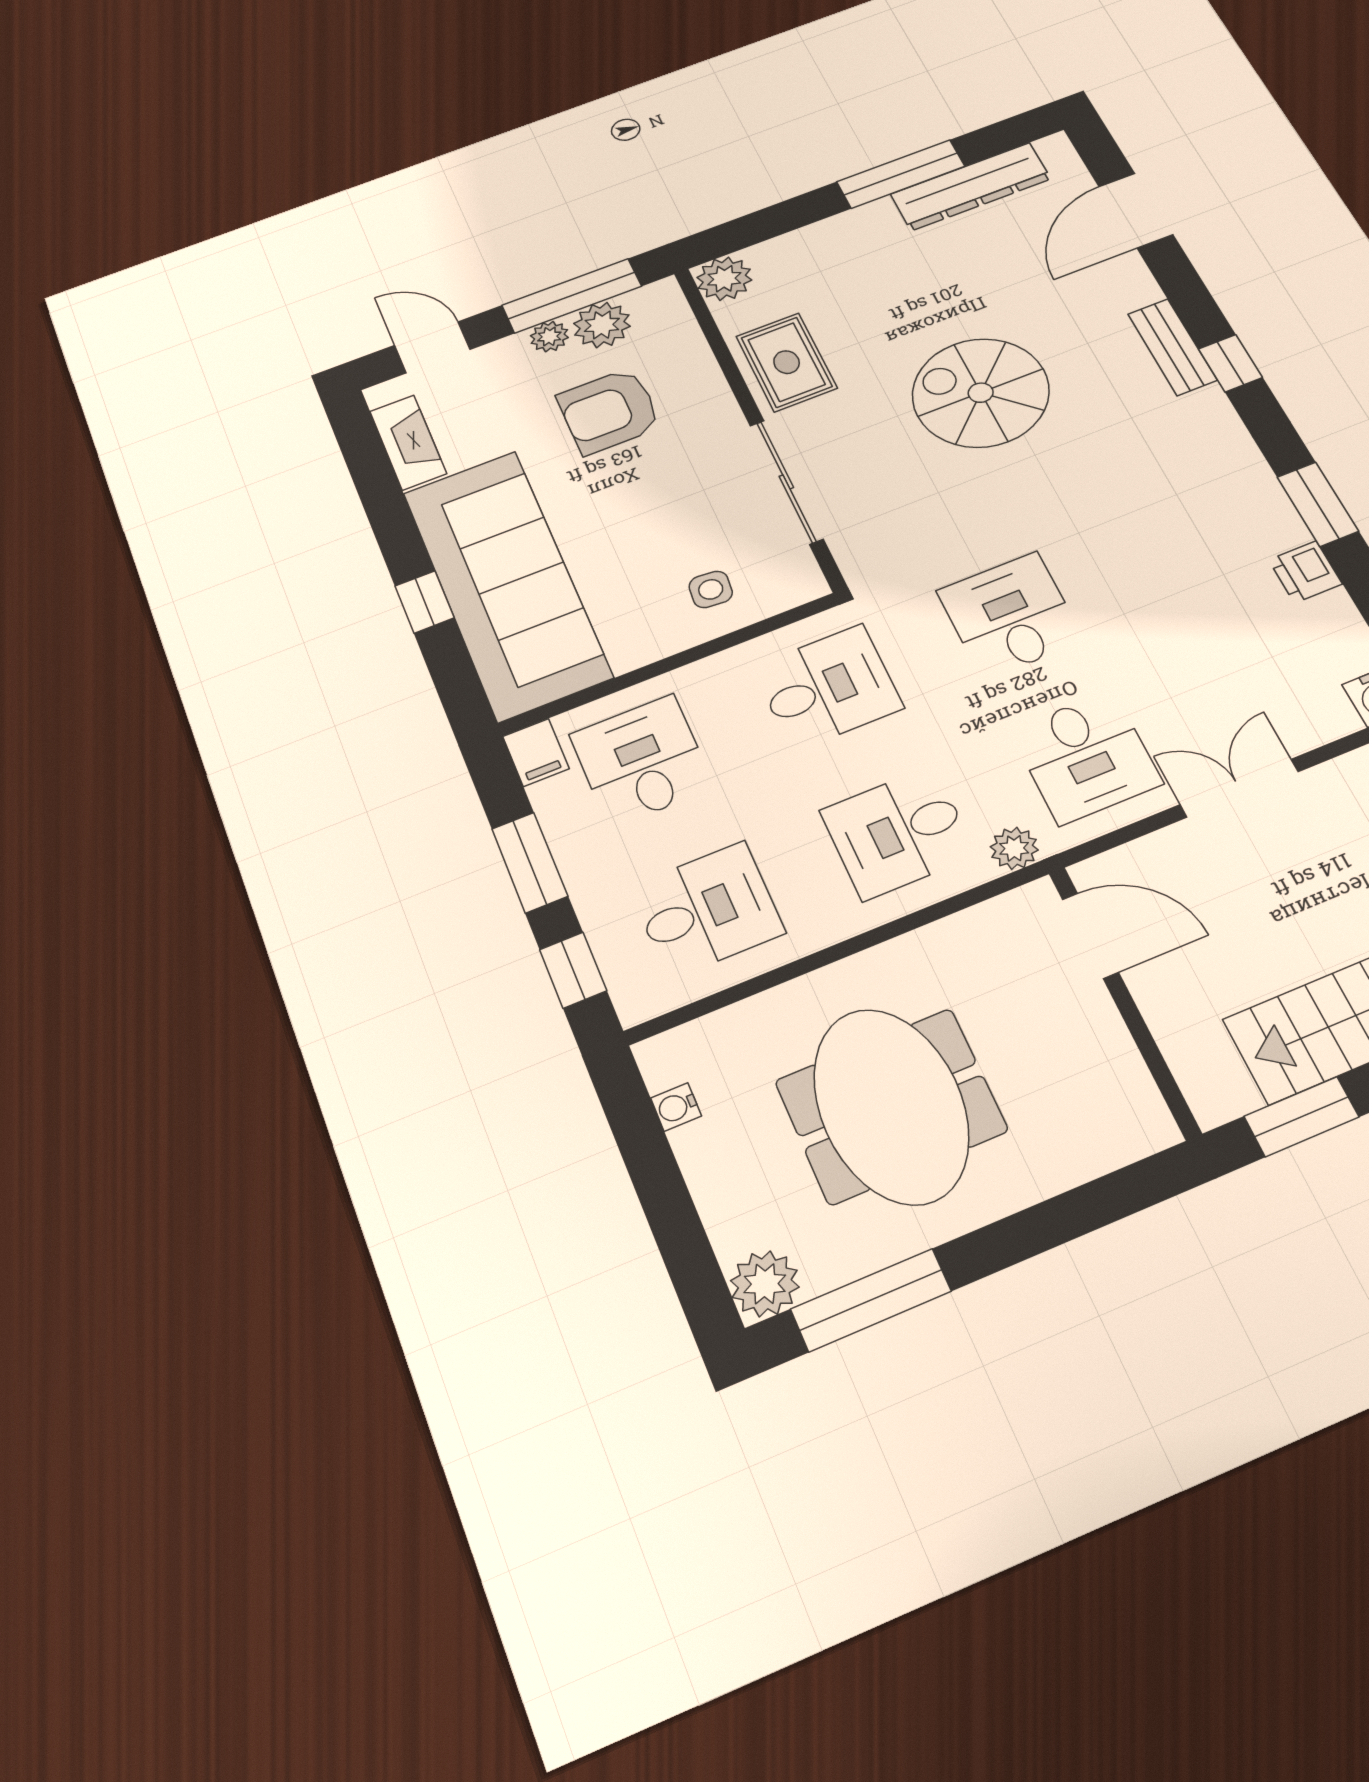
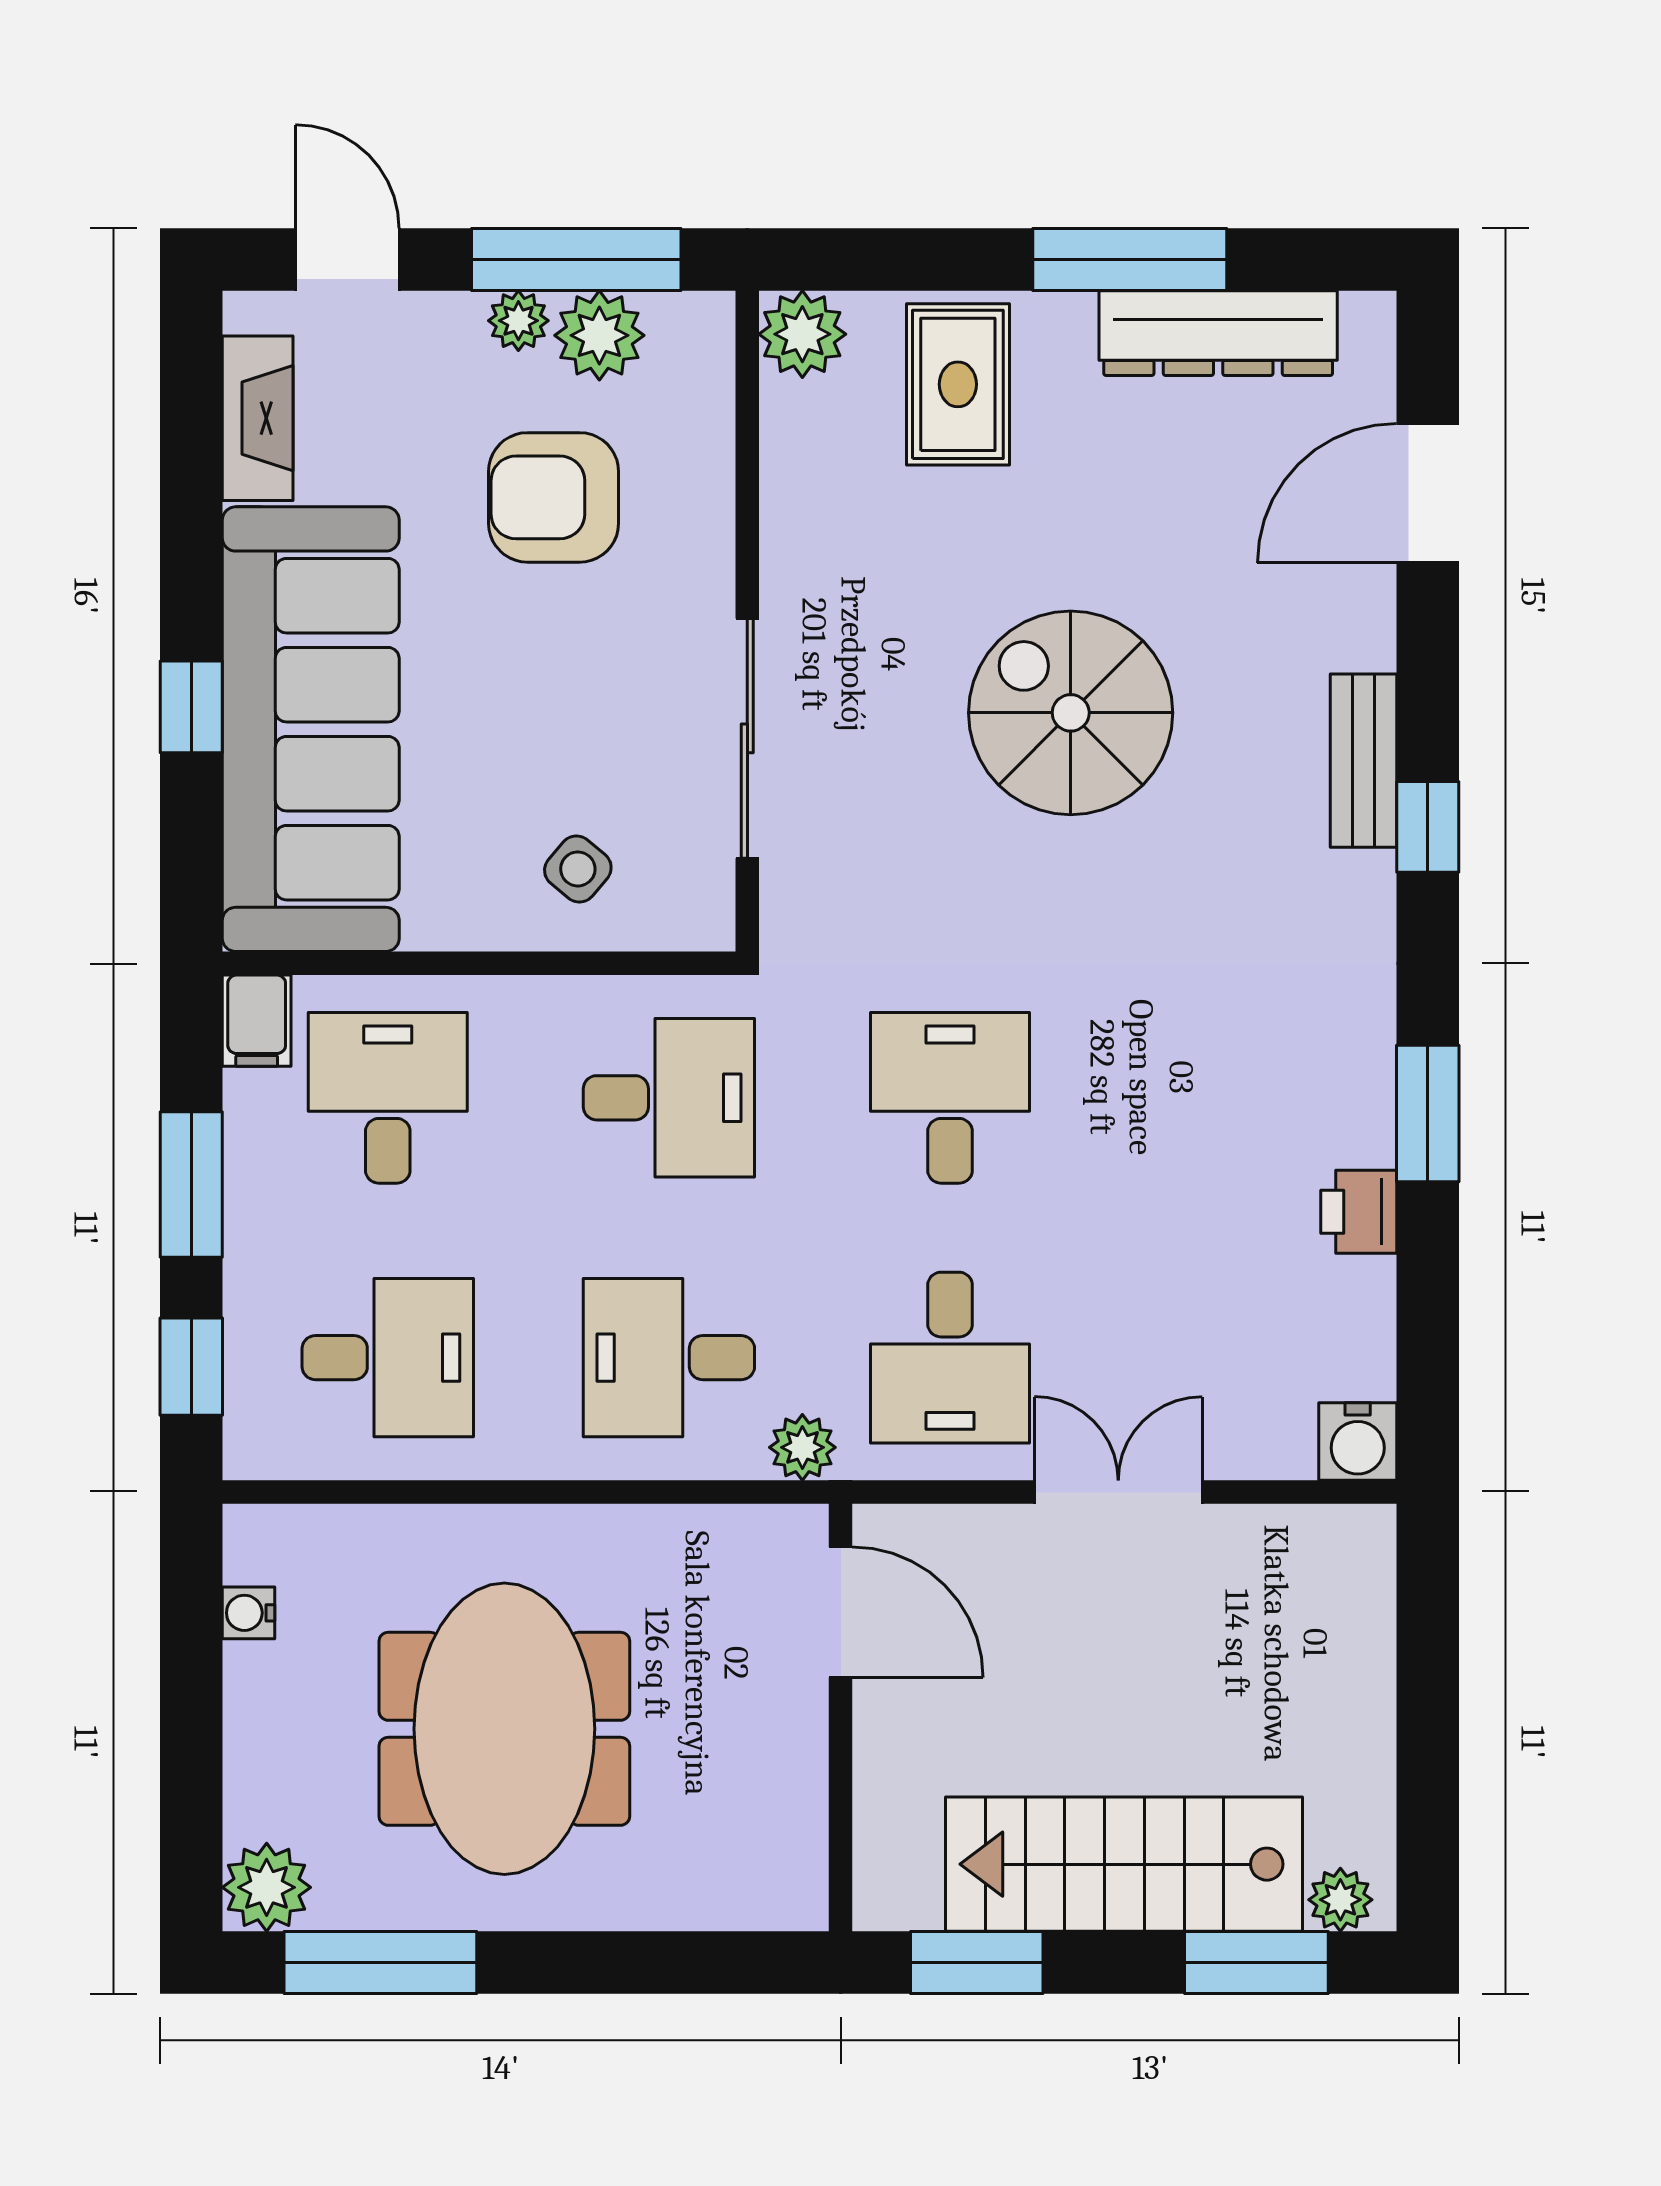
rug: (787, 362) -> (958, 384), moved
side table: (711, 589) -> (578, 869), turned 35

